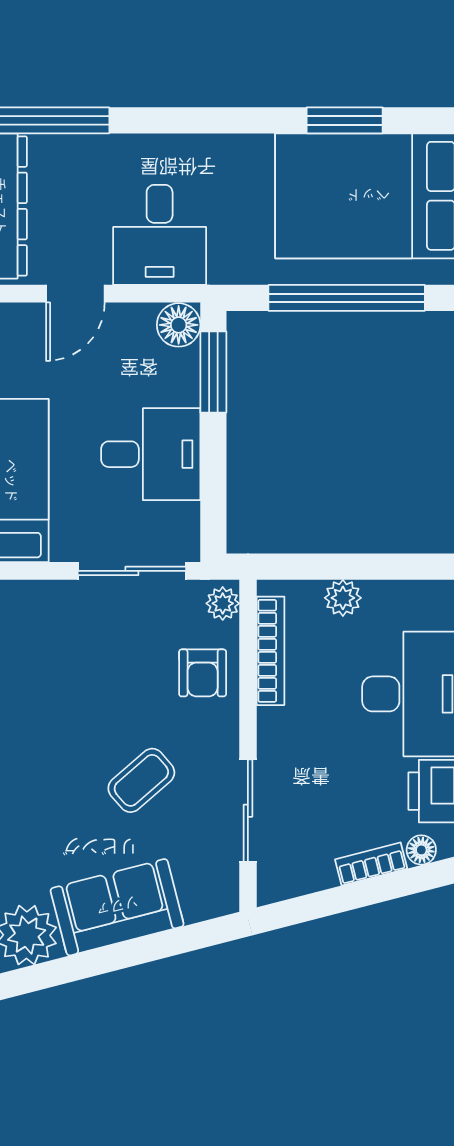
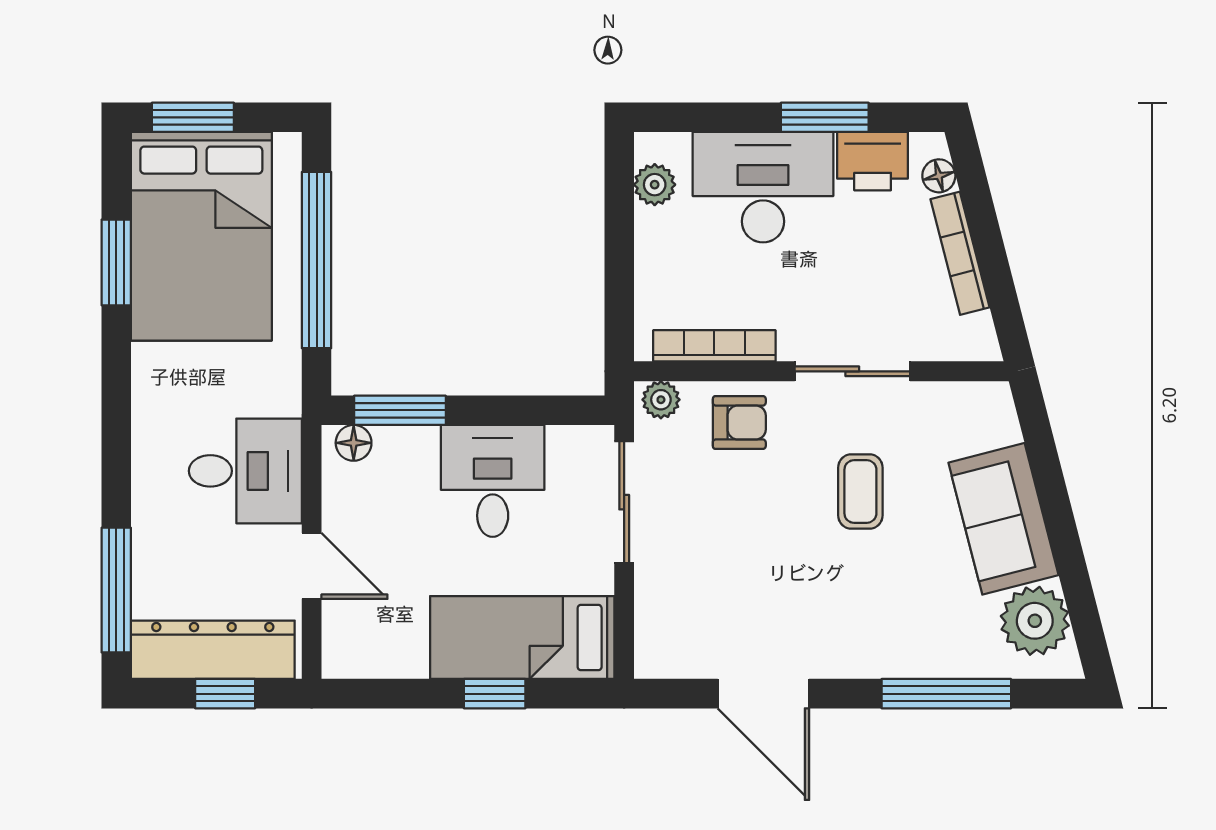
floor lamp: (179, 325) -> (354, 443), width x0.73, depth x0.73
plant: (343, 598) -> (655, 185), moved
coffee table: (141, 780) -> (860, 492), turned 41
sliding door: (248, 811) -> (852, 371), moved
bookcase: (371, 864) -> (960, 253), width x1.56

